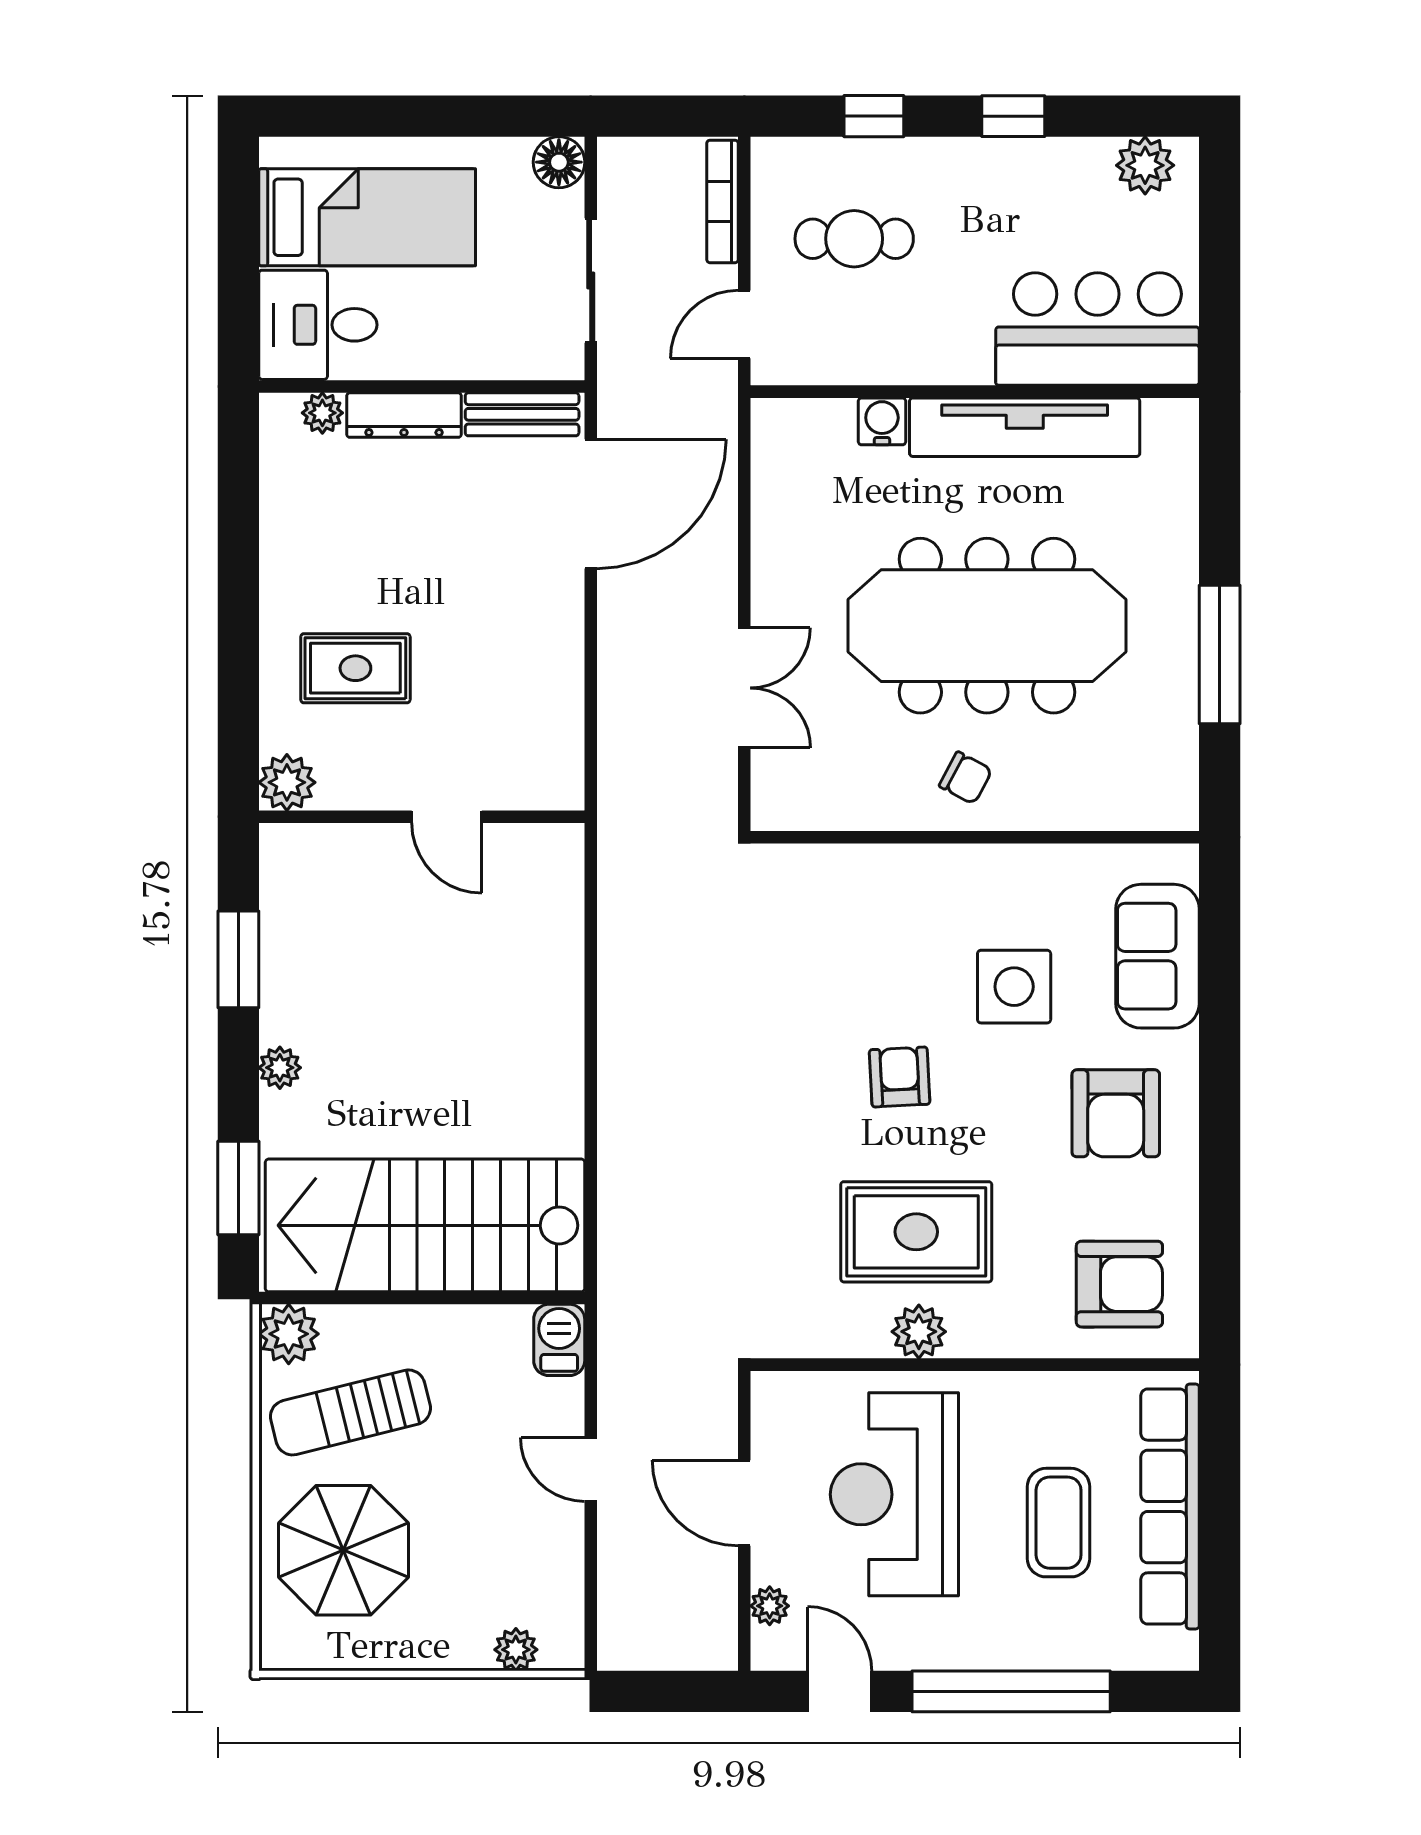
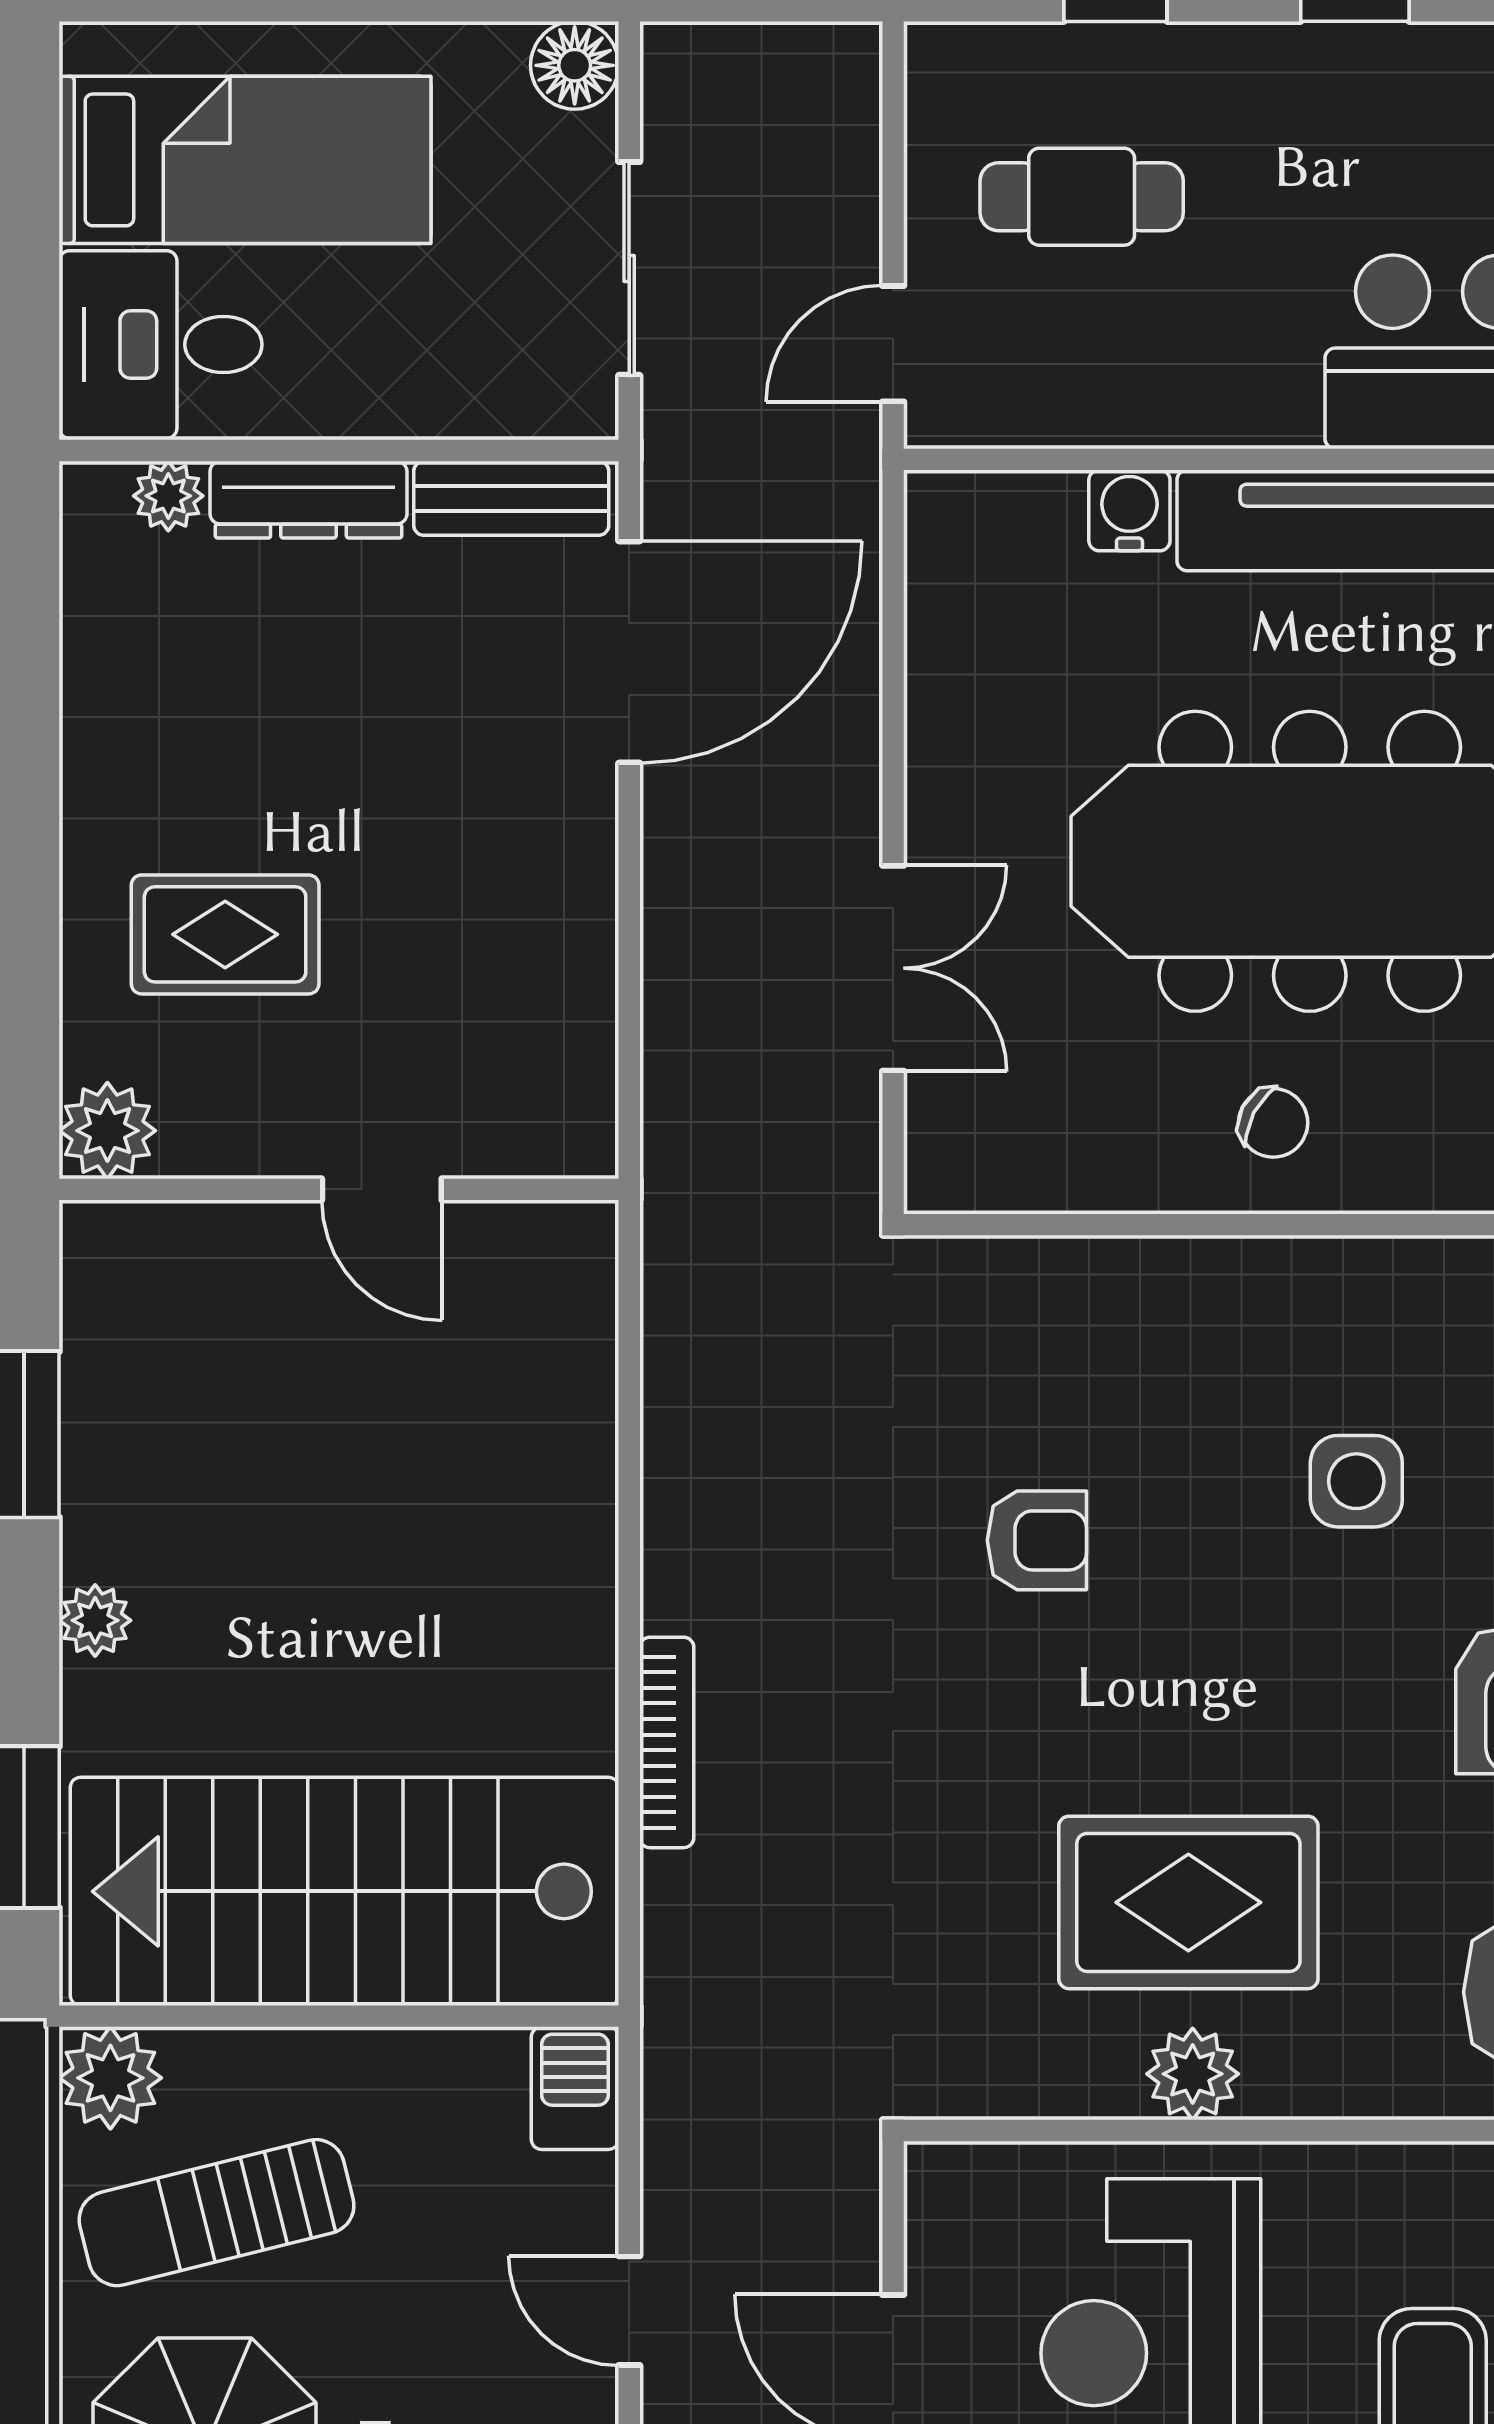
bookcase: (722, 201) -> (667, 1742), moved, turned 180
side table: (1014, 987) -> (1356, 1481), width x0.73, depth x0.73
armchair: (900, 1077) -> (1037, 1540), moved, turned 93

